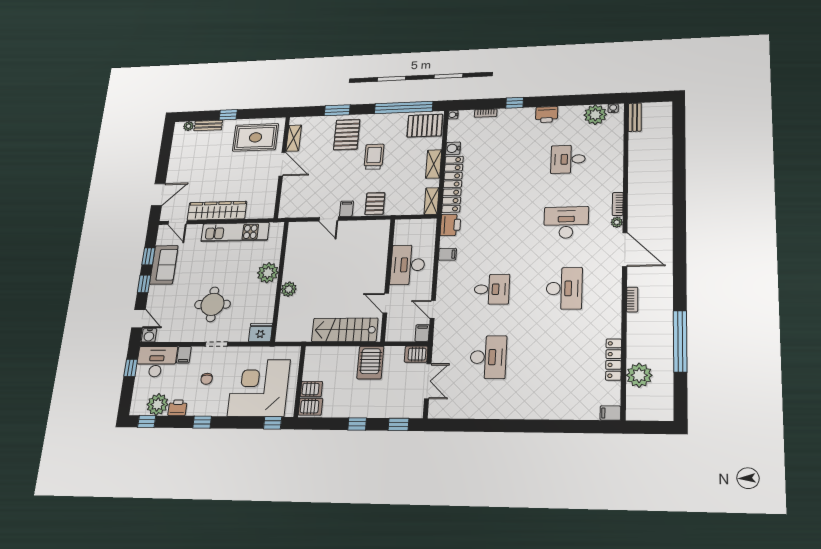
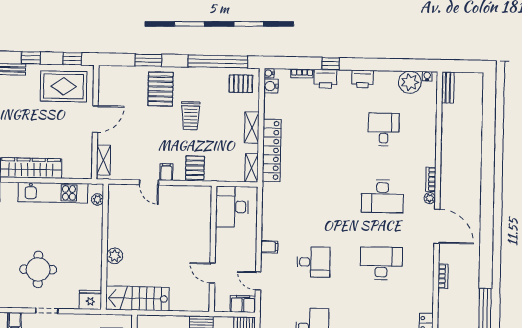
window: (266, 113) -> (72, 59), added
pallet: (425, 126) -> (241, 84), width x0.67, depth x0.71
shelving: (294, 138) -> (103, 160), moved
water cooler: (453, 148) -> (271, 86), moved
trolley: (374, 157) -> (191, 116), turned 180
desk: (568, 159) -> (384, 129), turned 90
door: (282, 164) -> (95, 119), hinge flipped
desk: (566, 222) -> (382, 196), turned 180
printer: (450, 225) -> (325, 79), moved, turned 90
filing cabinet: (447, 254) -> (269, 247), moved
desk: (408, 265) -> (232, 207), moved
plant: (268, 273) -> (97, 199), moved, width x0.53, depth x0.53
desk: (564, 288) -> (381, 263), turned -90
stairs: (345, 330) -> (137, 298), moved
filing cabinet: (422, 333) -> (243, 304), width x2.00

